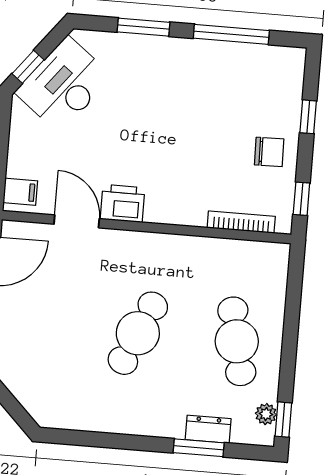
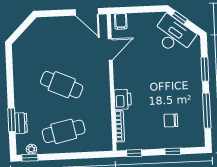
chair: (269, 152) -> (171, 120), moved, turned 91
printer: (123, 203) -> (123, 99), moved

